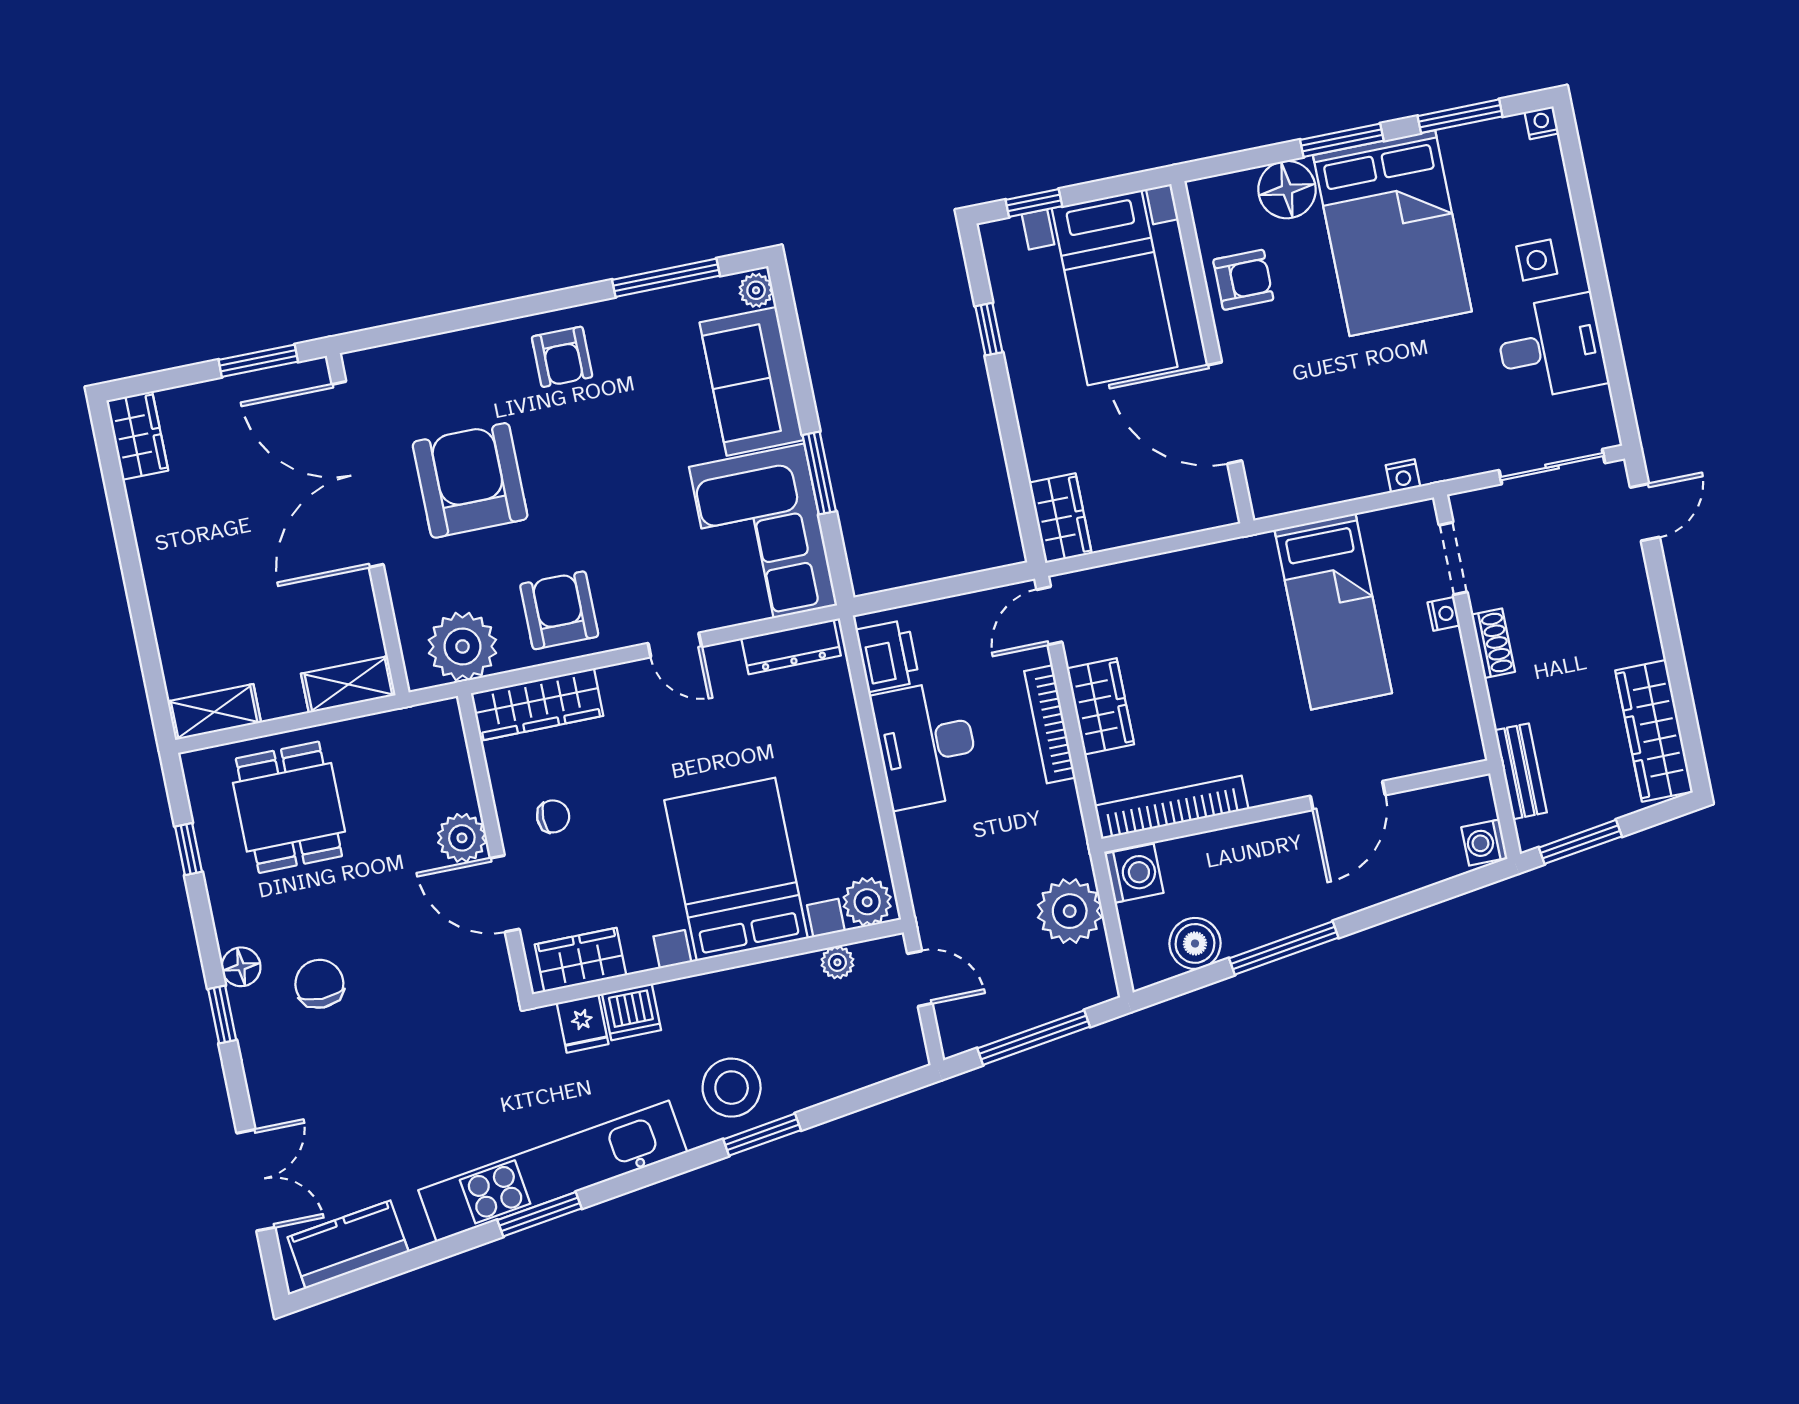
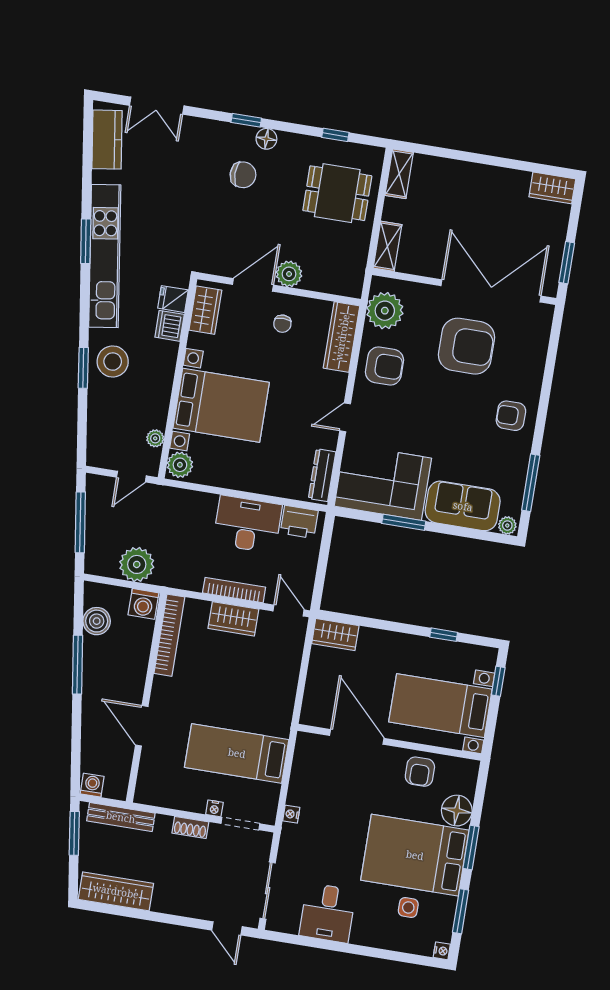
side table: (1537, 260) -> (408, 907), moved
door: (1225, 413) -> (357, 737), hinge flipped
bench: (1521, 771) -> (121, 817), width x1.36

